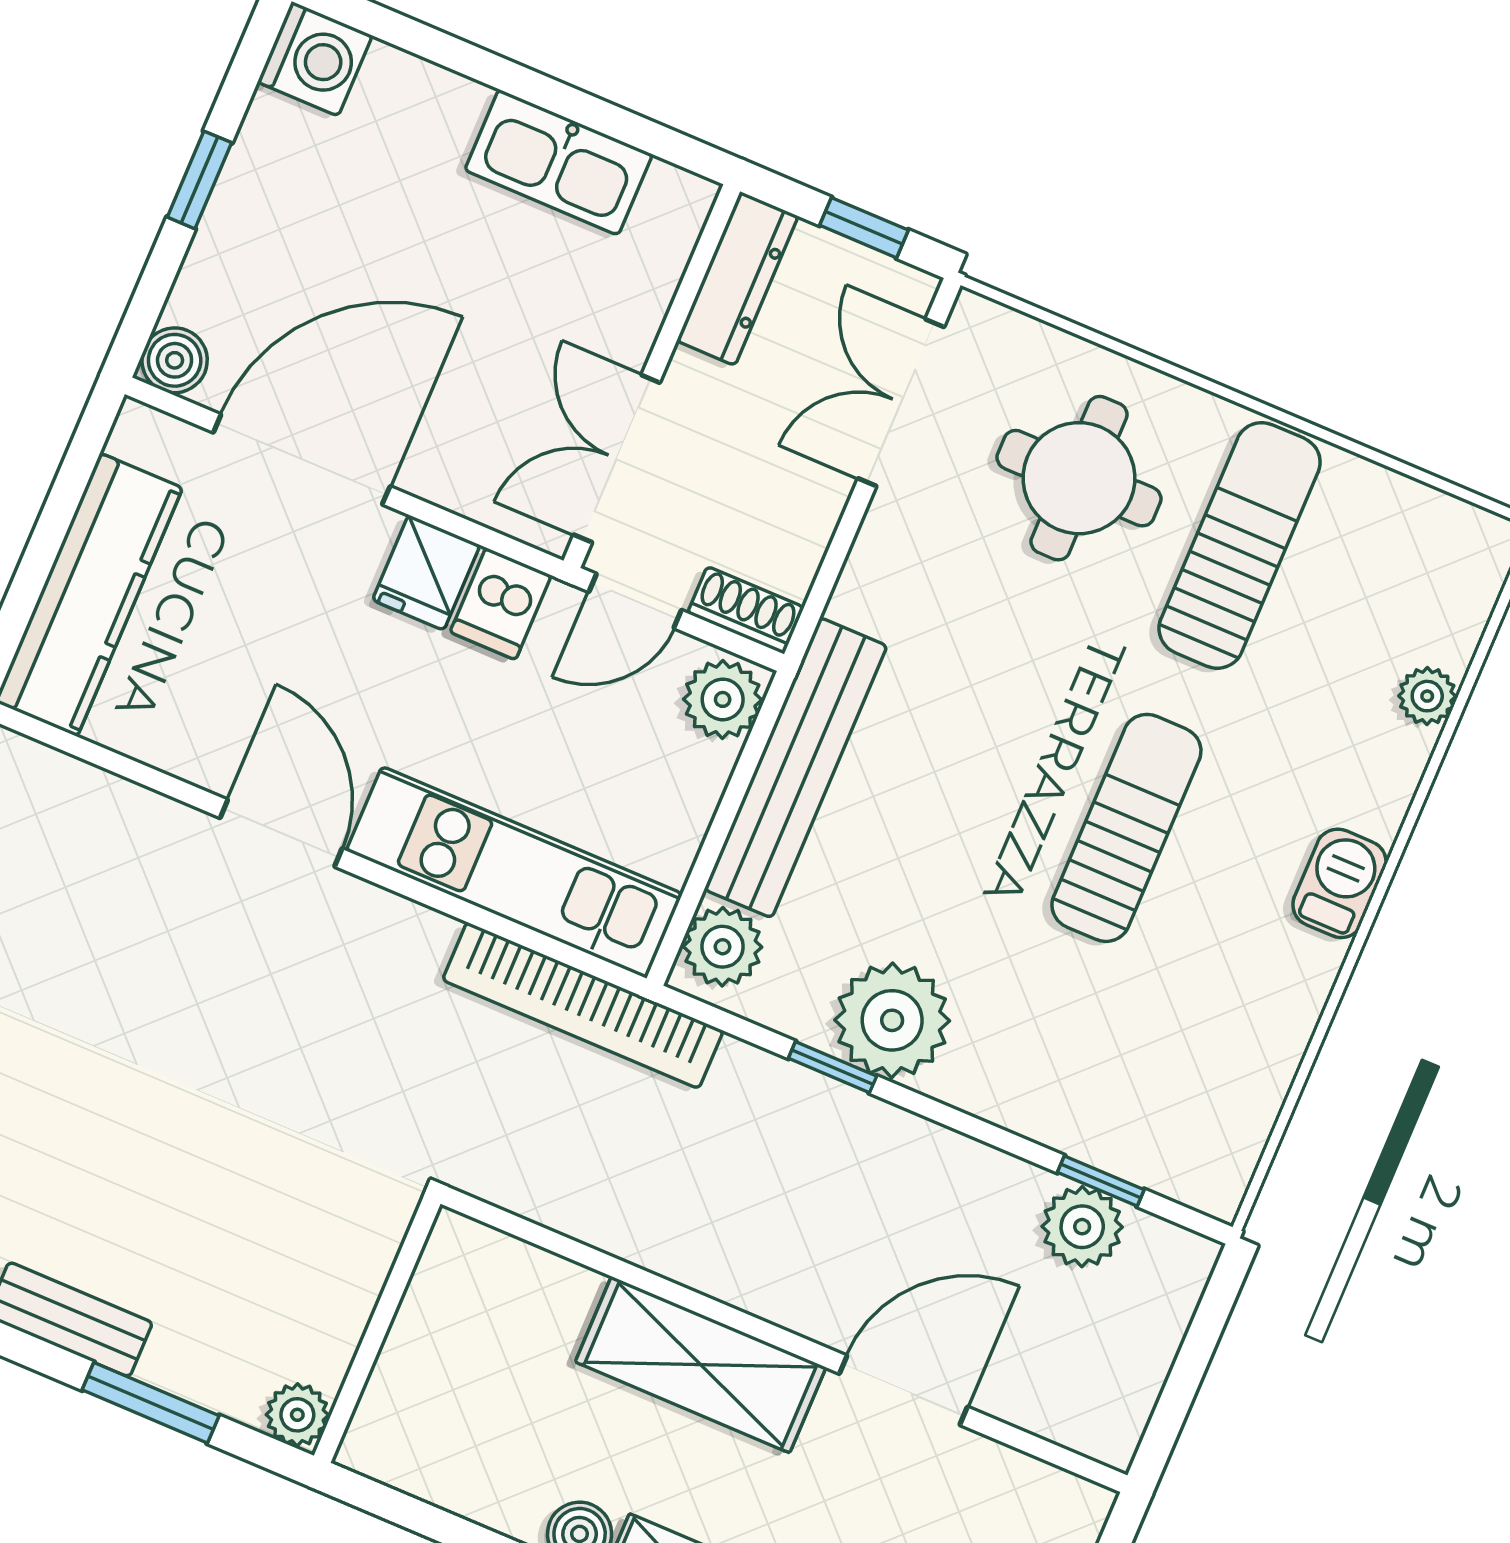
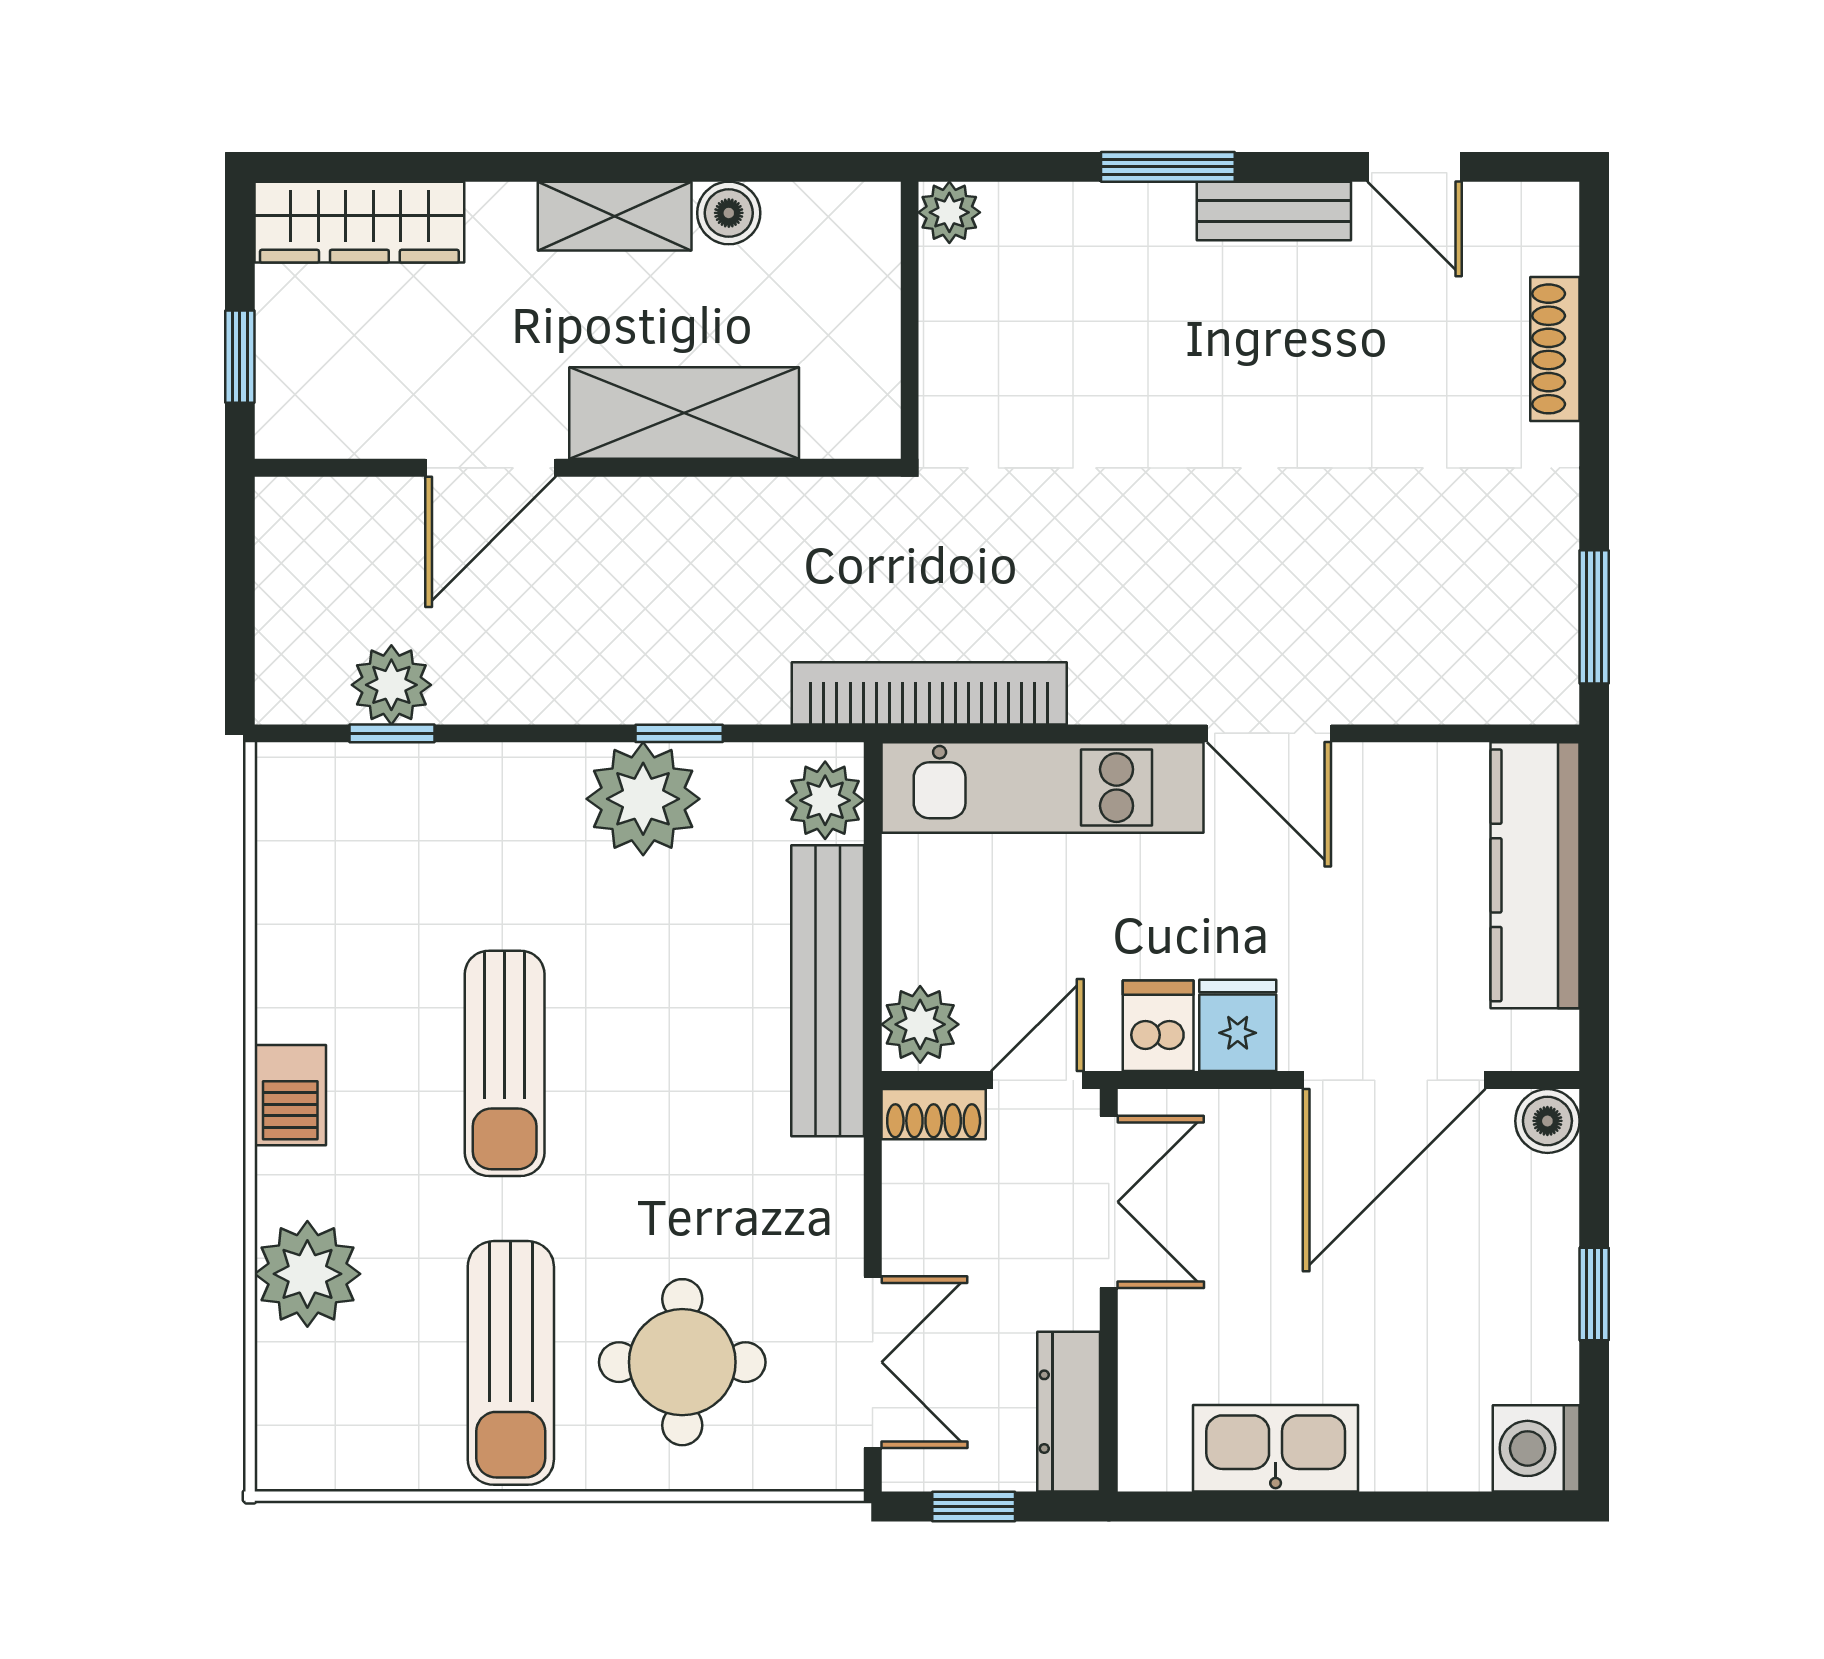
plant: (1427, 696) -> (307, 1274), width x1.87, depth x1.87
wall: (377, 1330) -> (910, 320), moved
plant: (297, 1415) -> (949, 212), moved

